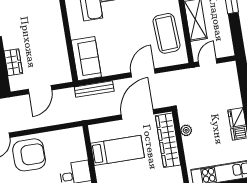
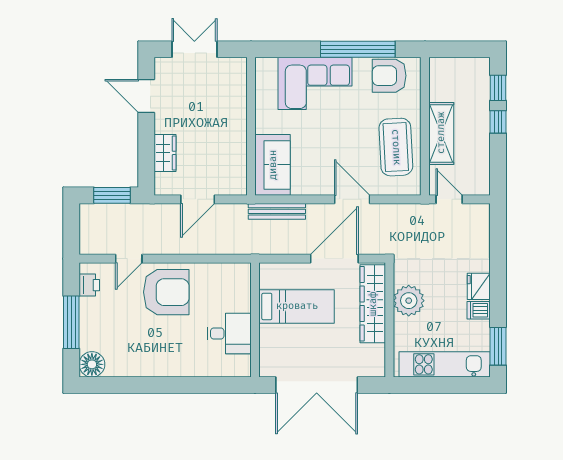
door: (208, 62) -> (449, 199), hinge flipped
door: (143, 73) -> (352, 199), hinge flipped
plant: (186, 130) -> (409, 301), width x1.88, depth x1.88

